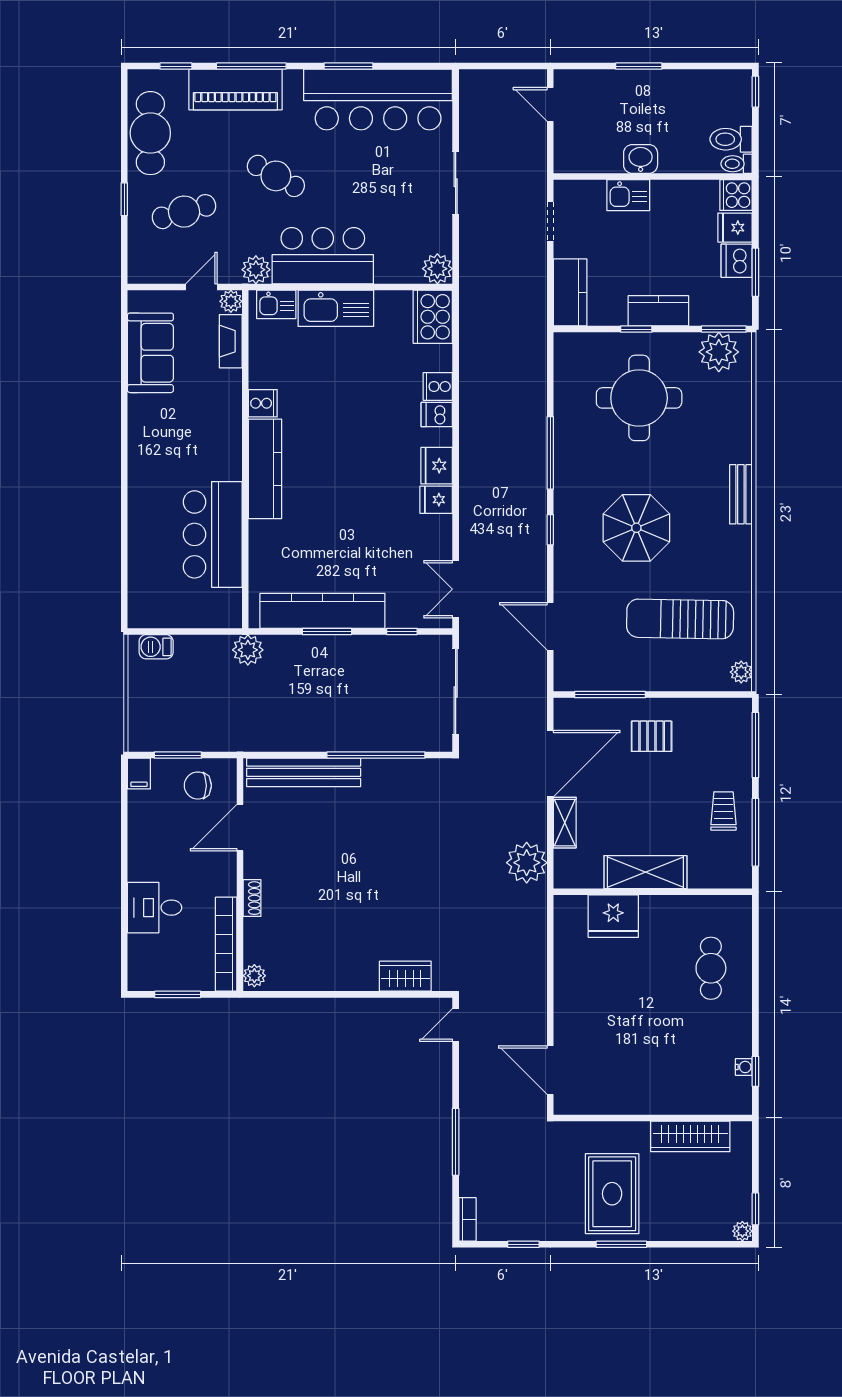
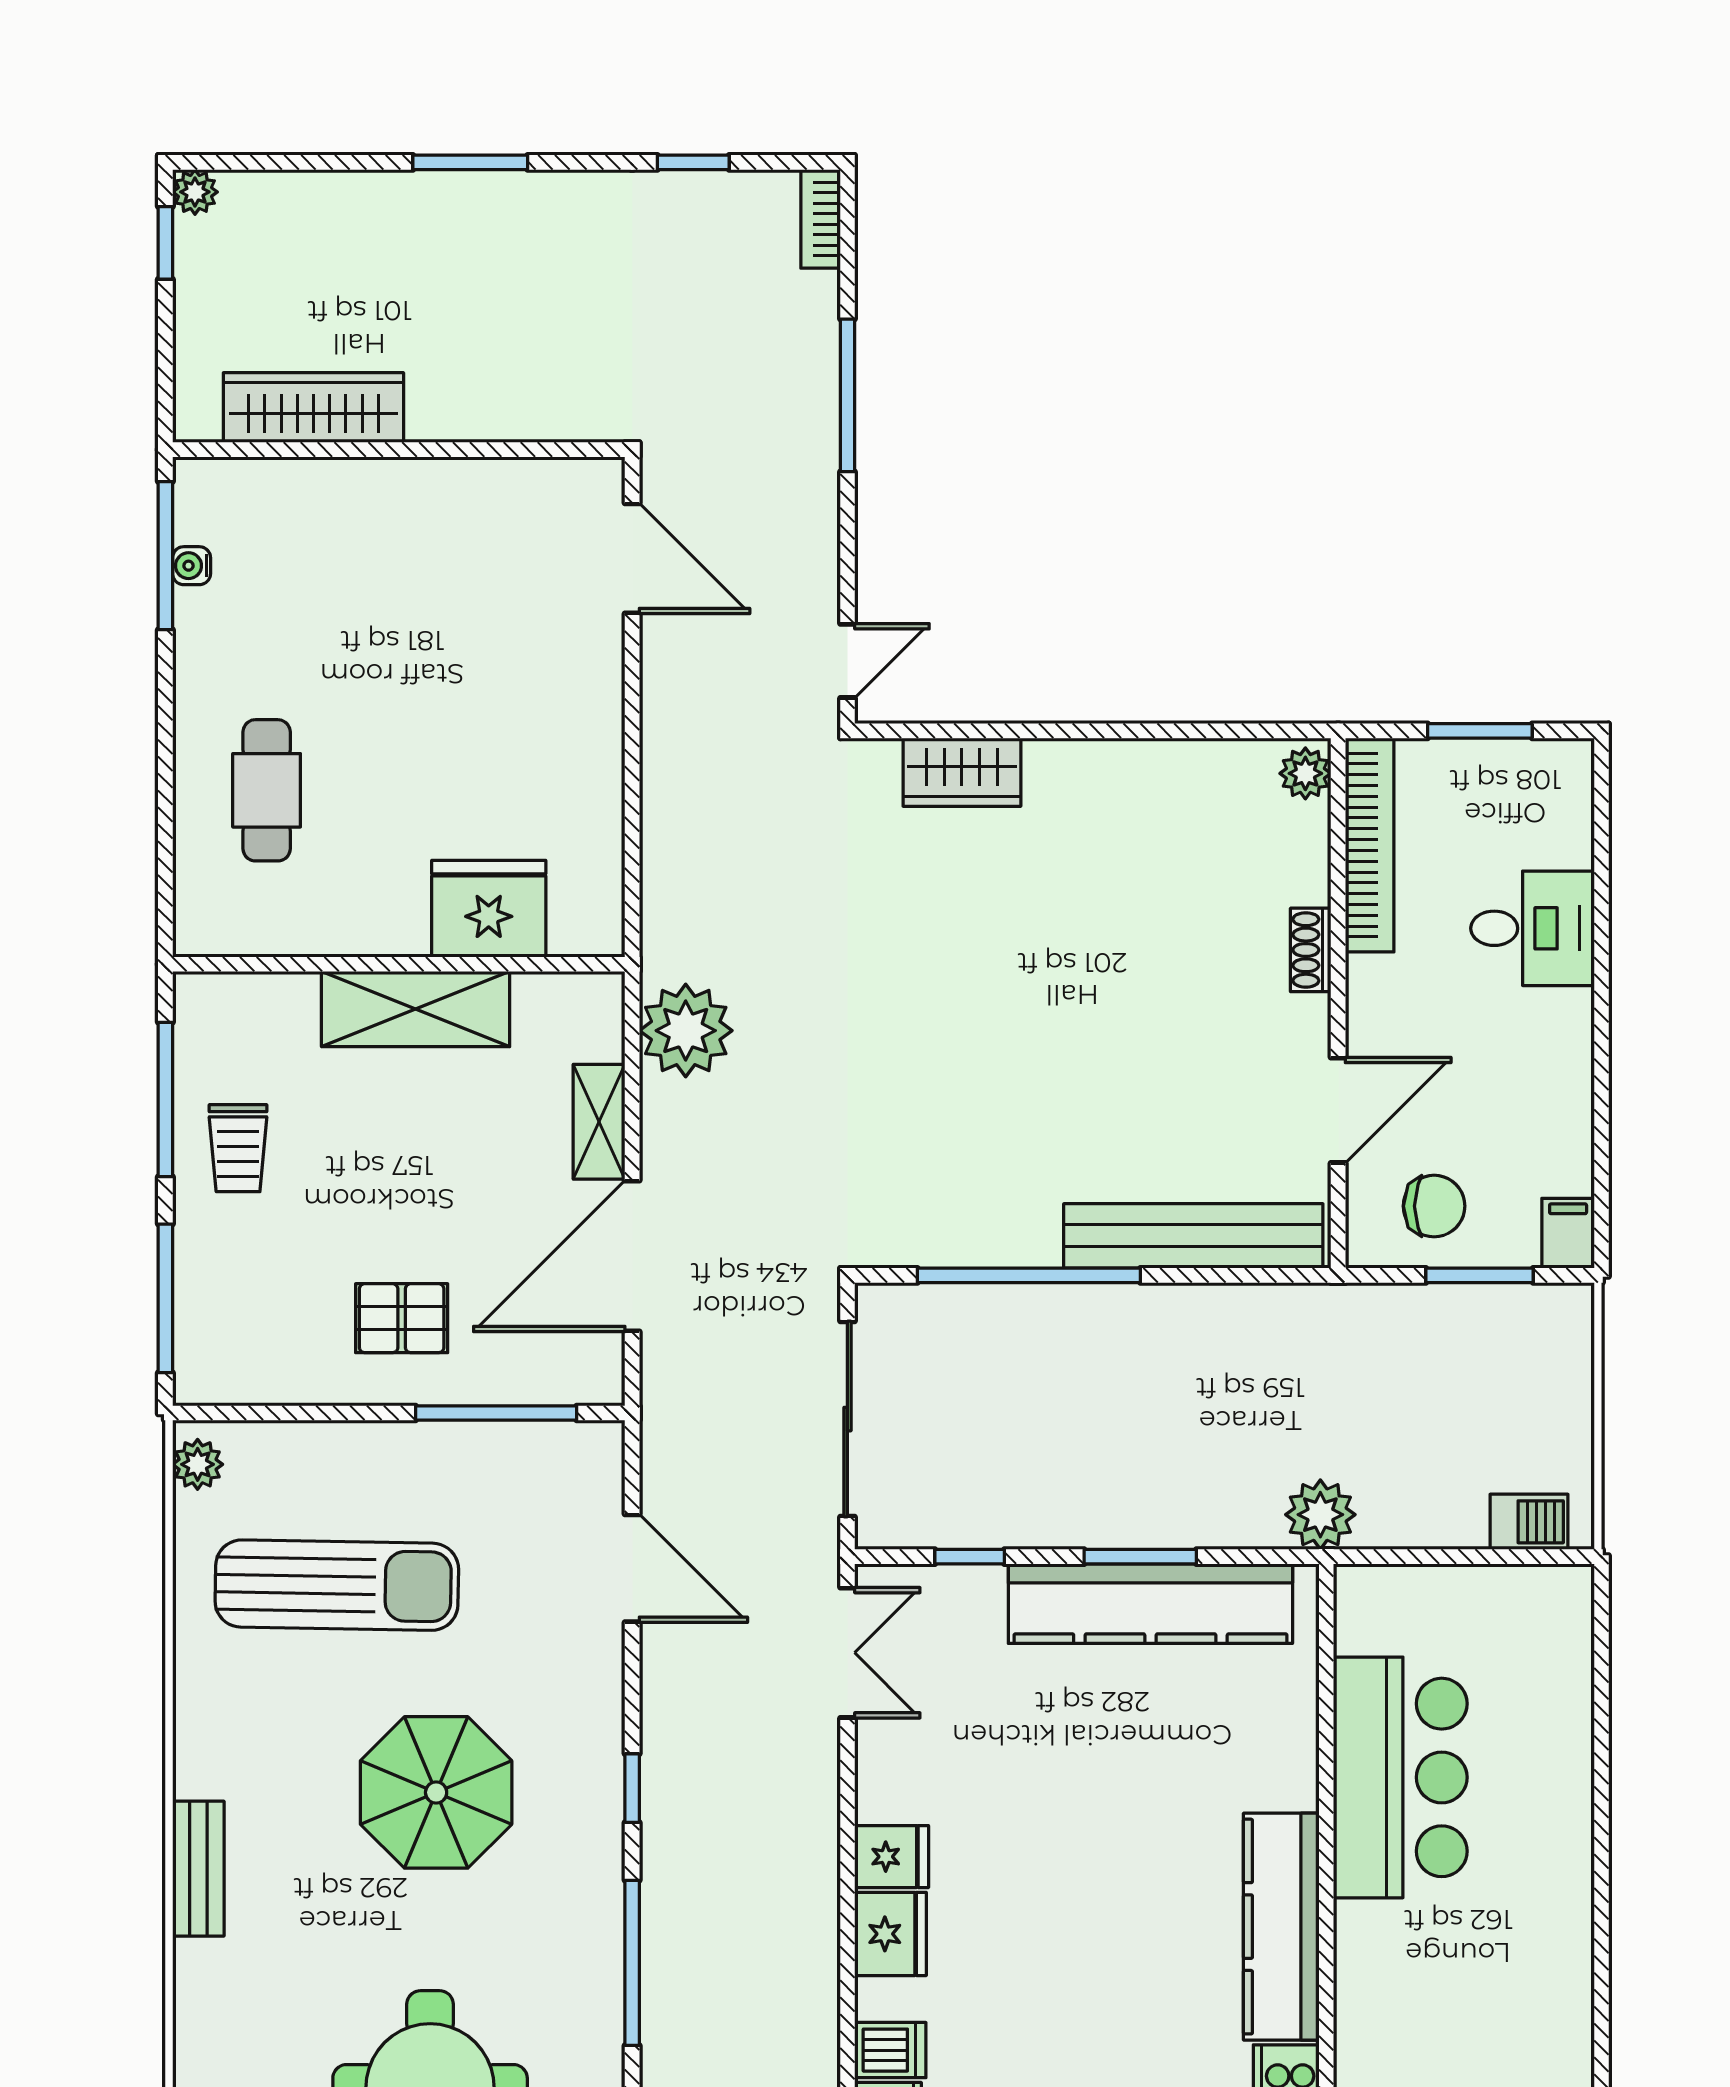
window: (755, 1071) -> (165, 556), width x2.17
rug: (612, 1194) -> (491, 277), removed

